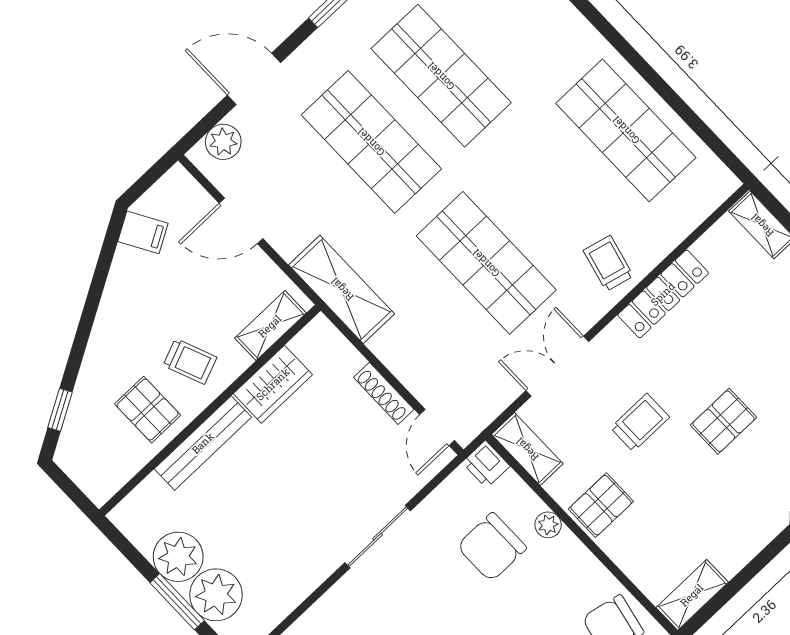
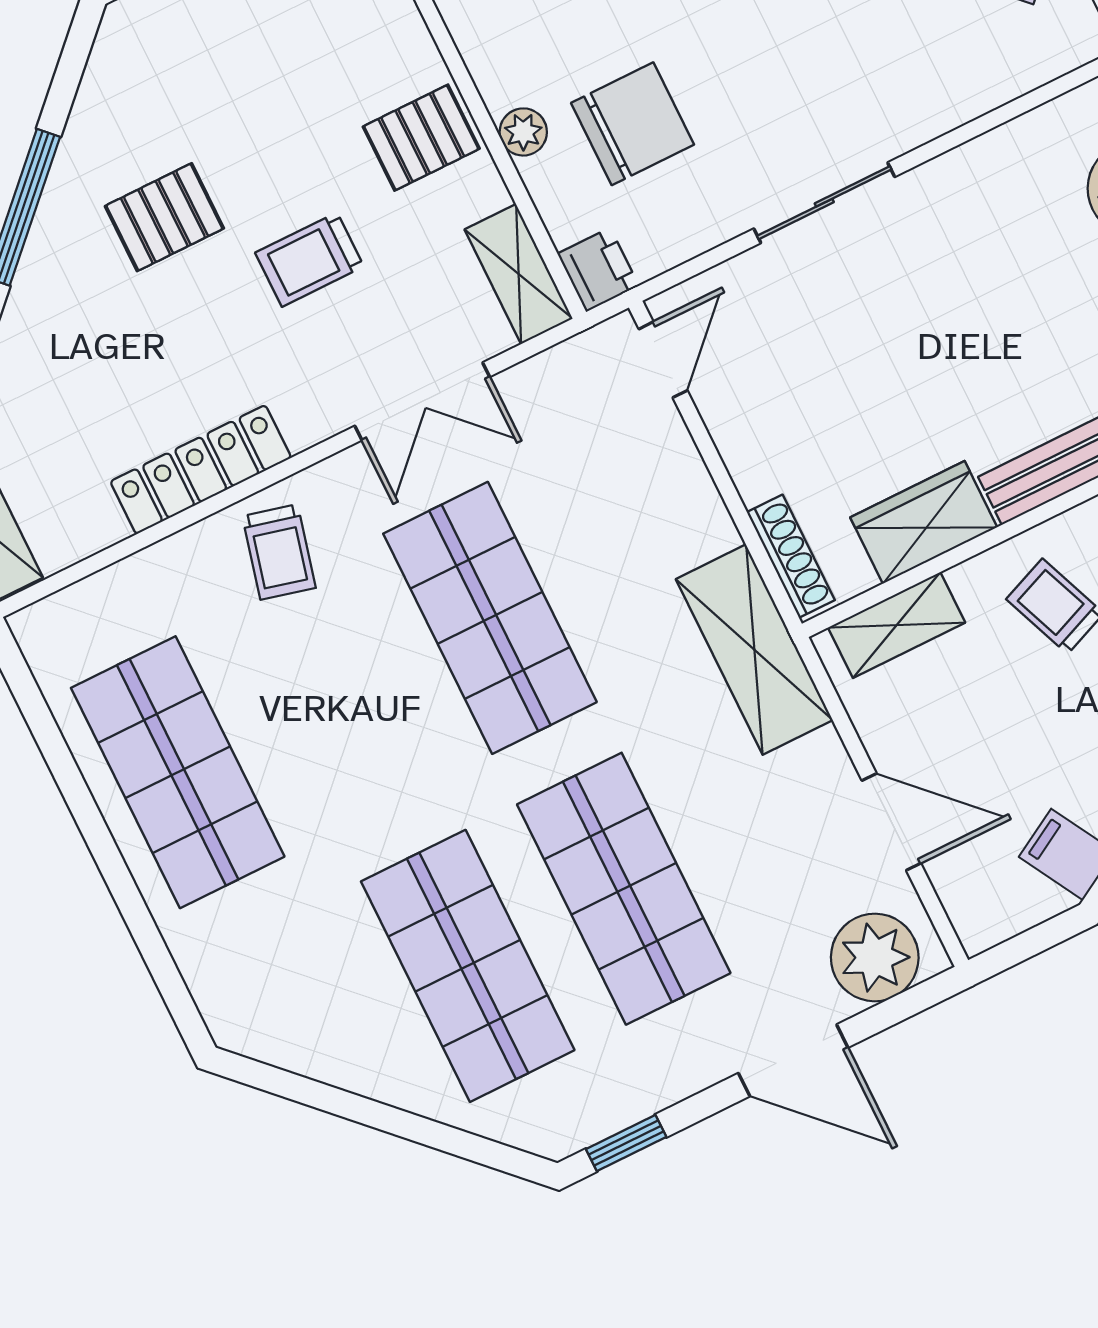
plant: (223, 142) -> (875, 957), width x1.36, depth x1.36
shoe rack: (384, 393) -> (791, 556), moved

